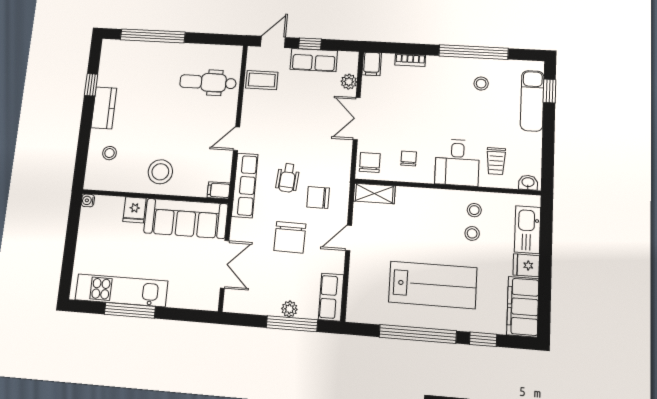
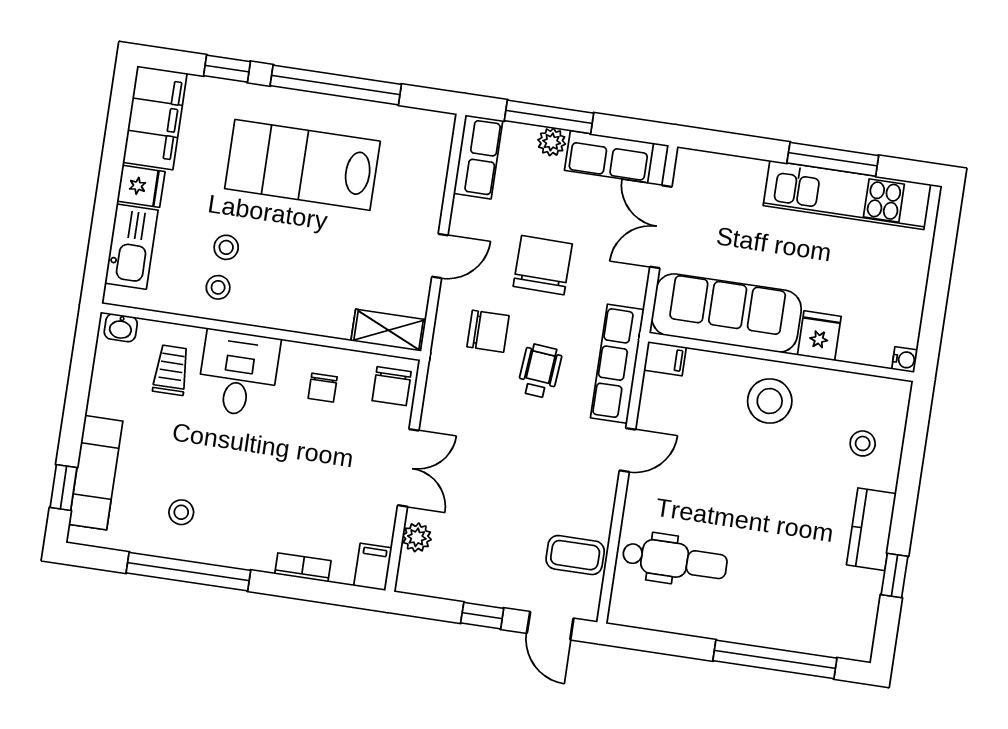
door: (273, 42) -> (550, 626), hinge flipped
row of seats: (314, 60) -> (609, 157), moved, turned 180

